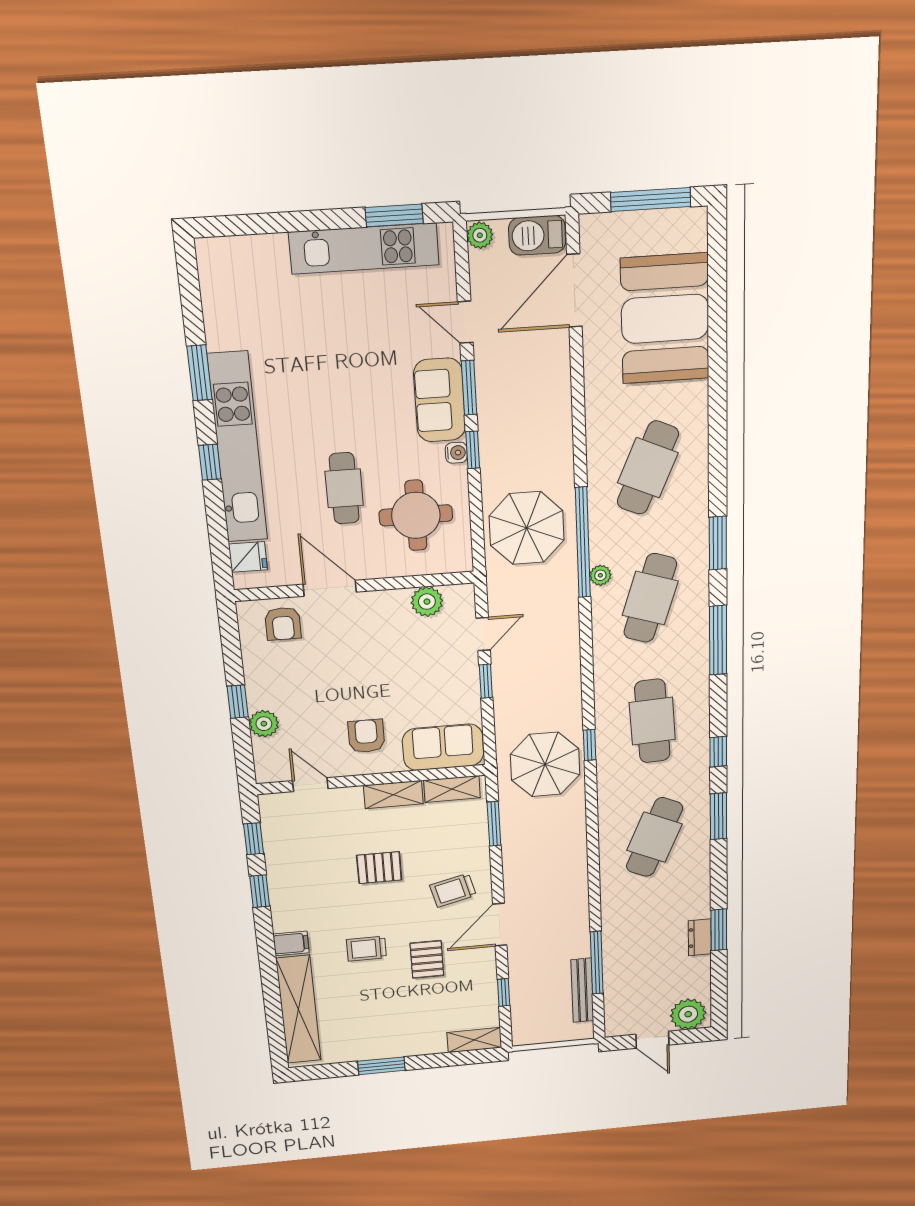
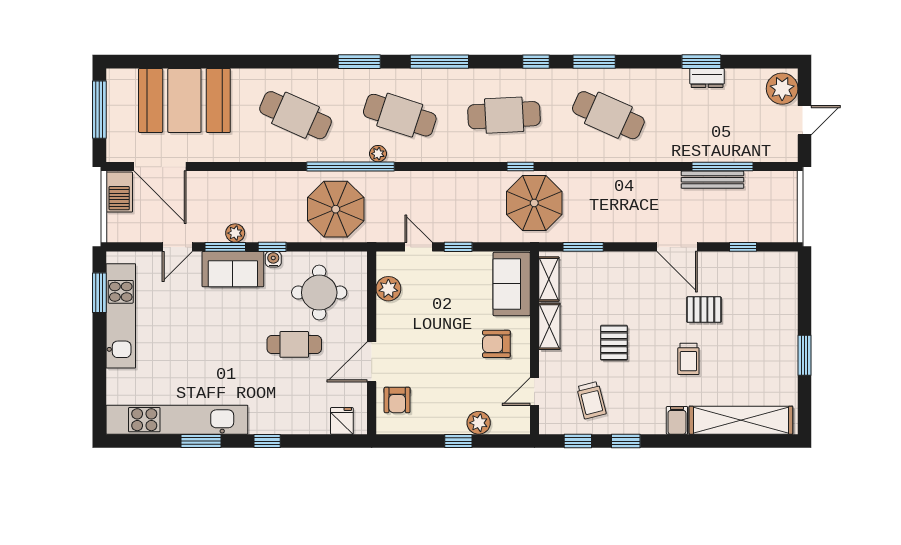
plant: (480, 235) -> (235, 233), moved
kitchen unit: (238, 448) -> (177, 420), moved
armchair: (283, 624) -> (397, 400), turned 90
trolley: (453, 890) -> (591, 400), moved
bench: (582, 990) -> (712, 180), moved
shelving: (474, 1040) -> (787, 274), removed

